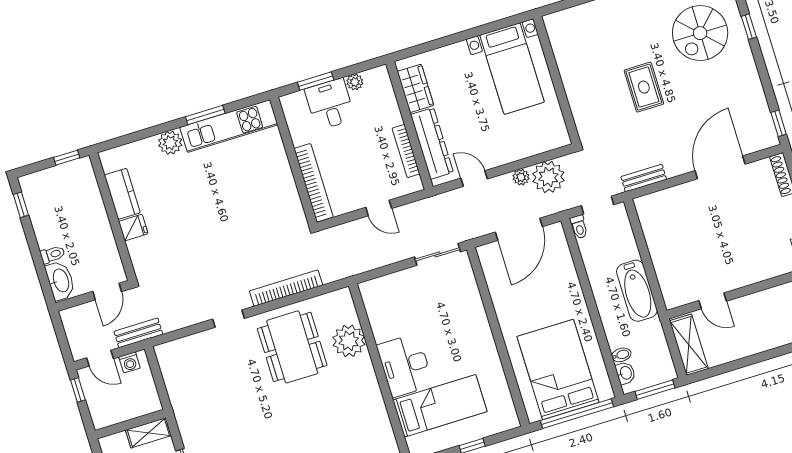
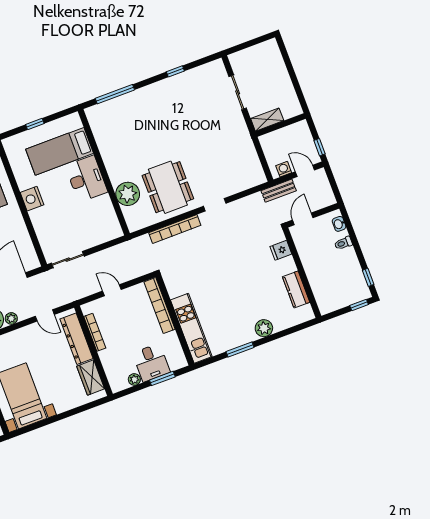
kitchen unit: (229, 126) -> (191, 328), moved, turned 90
window: (67, 158) -> (359, 305), moved
fridge: (133, 228) -> (281, 250), moved
washbasin: (60, 281) -> (339, 224), width x0.52, depth x0.69
nightstand: (482, 342) -> (32, 199), added

